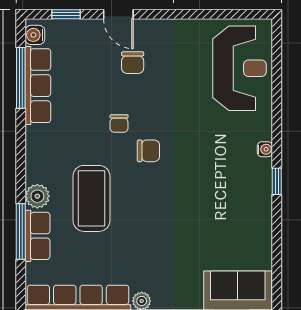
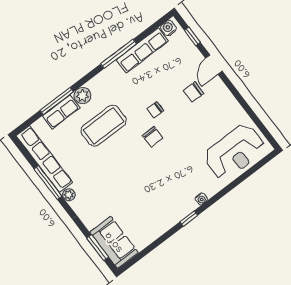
window: (21, 78) -> (119, 54), moved

